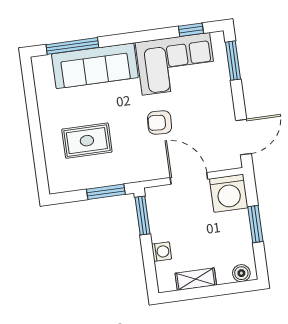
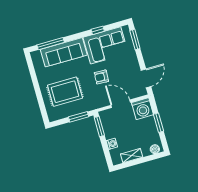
window: (191, 30) -> (98, 30), moved
rug: (87, 141) -> (65, 92), width x1.36, depth x1.43

